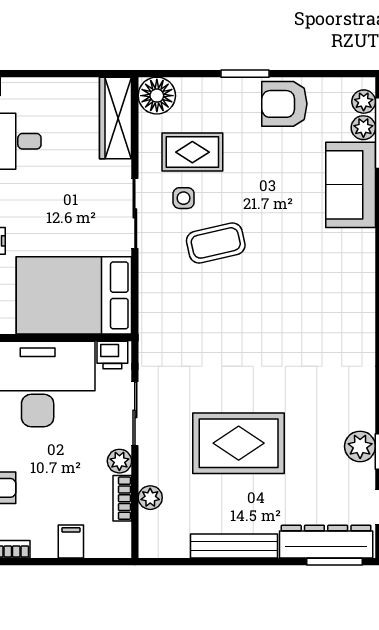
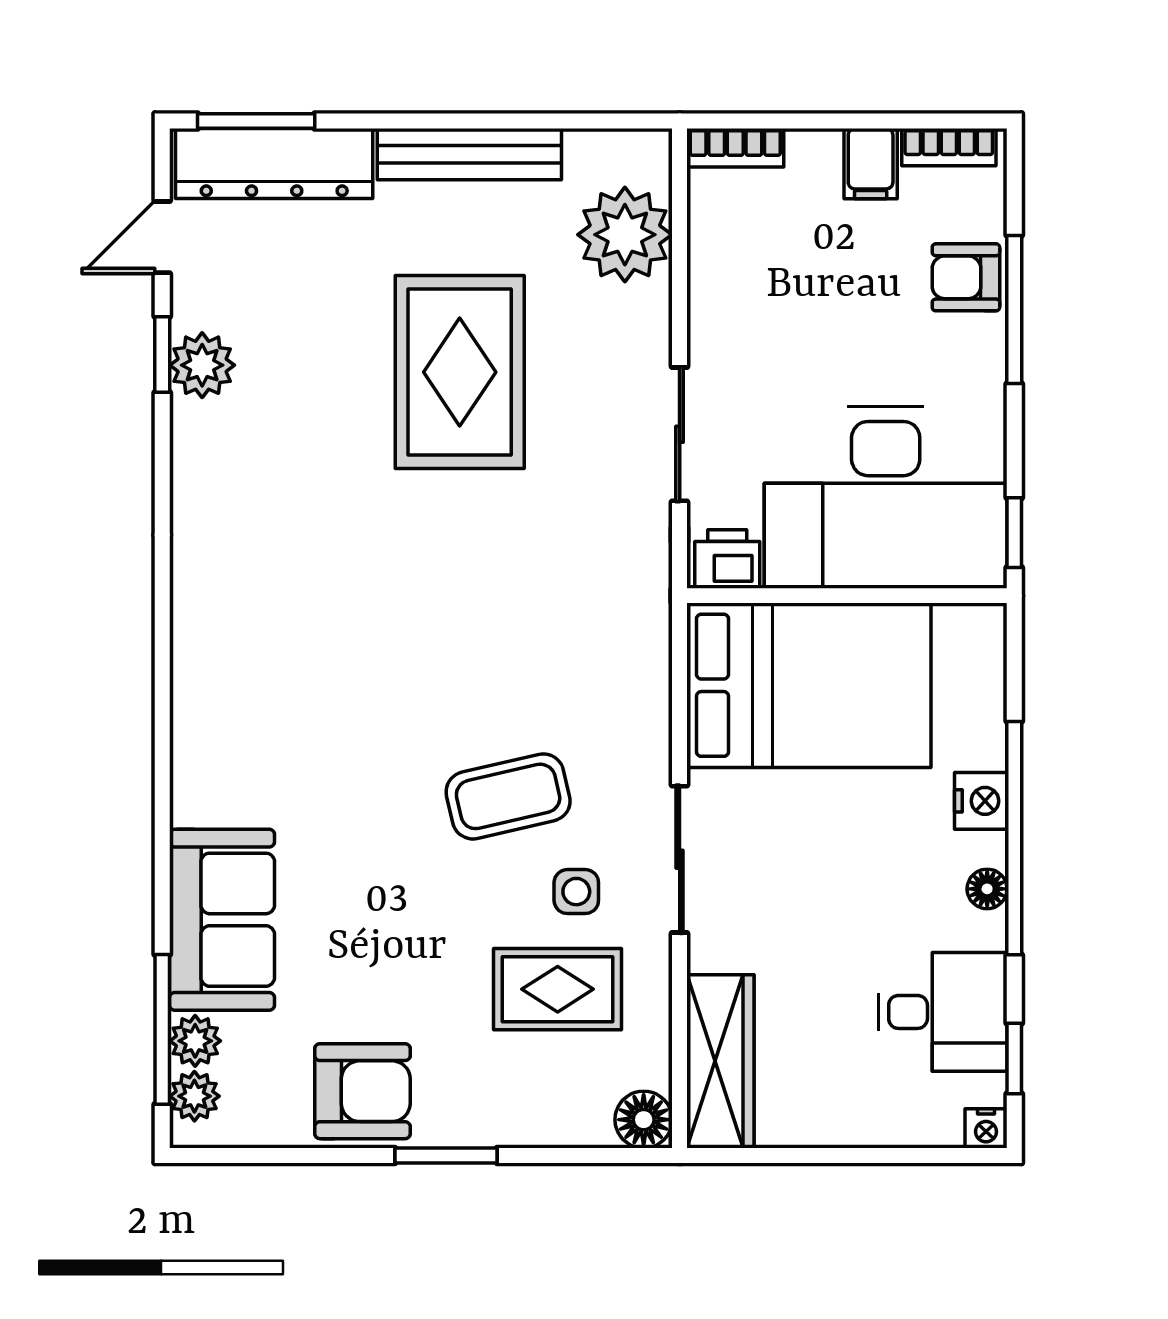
floor lamp: (157, 96) -> (644, 1120), width x0.73, depth x0.73
rug: (239, 443) -> (460, 372), turned 90
plant: (119, 461) -> (712, 334), removed
bookcase: (122, 498) -> (735, 148), moved, turned 90
plant: (150, 498) -> (625, 235), width x1.88, depth x1.88
filing cabinet: (71, 542) -> (871, 164), moved

